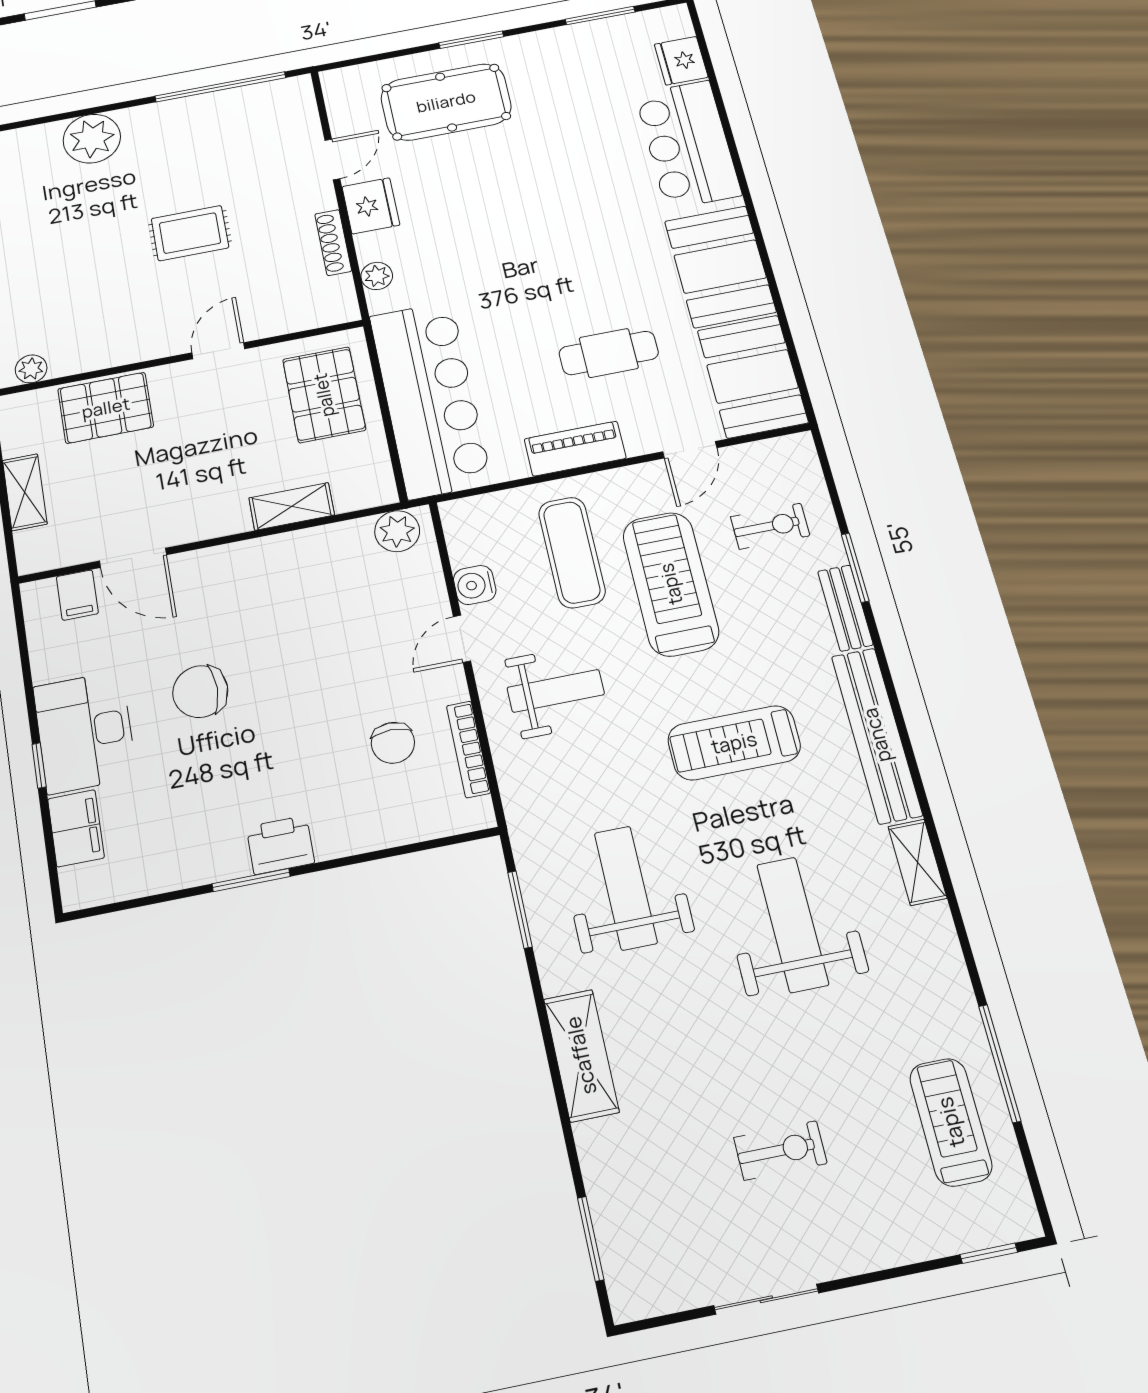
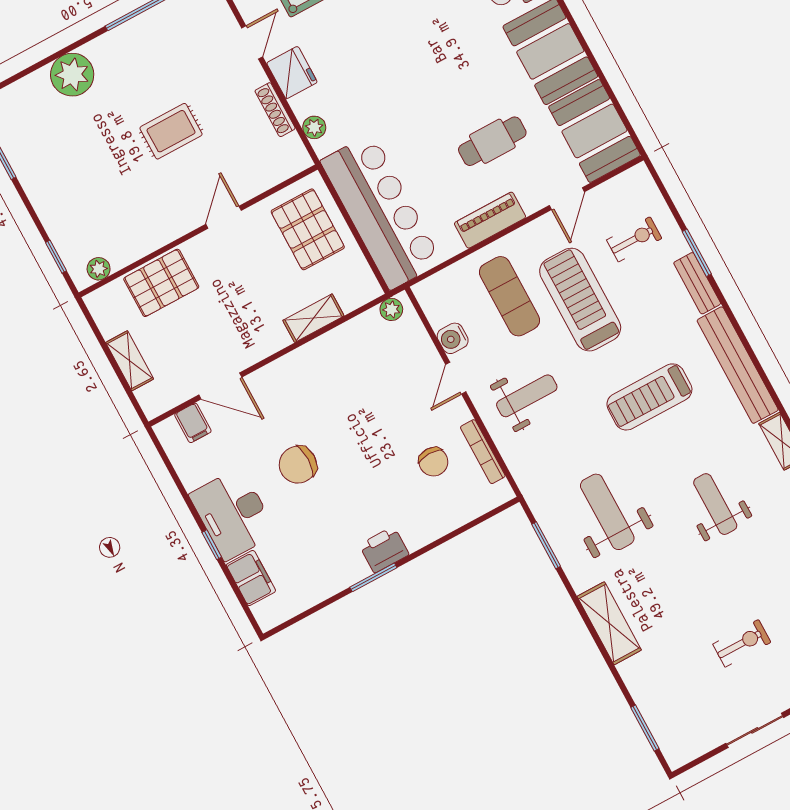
plant: (397, 531) -> (391, 309), width x0.73, depth x0.73
weight bench: (793, 924) -> (715, 504), width x0.73, depth x0.75

